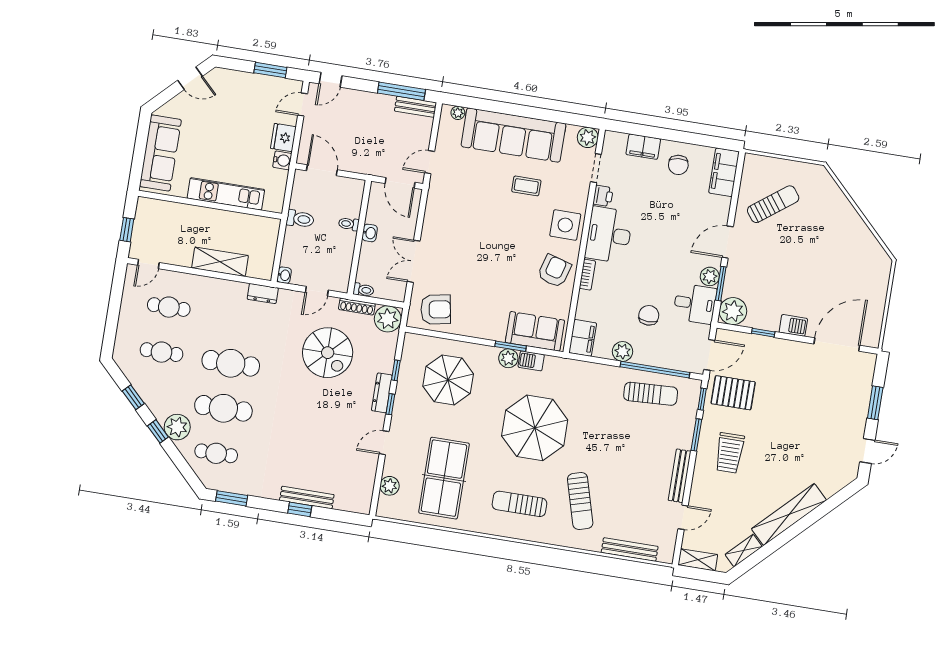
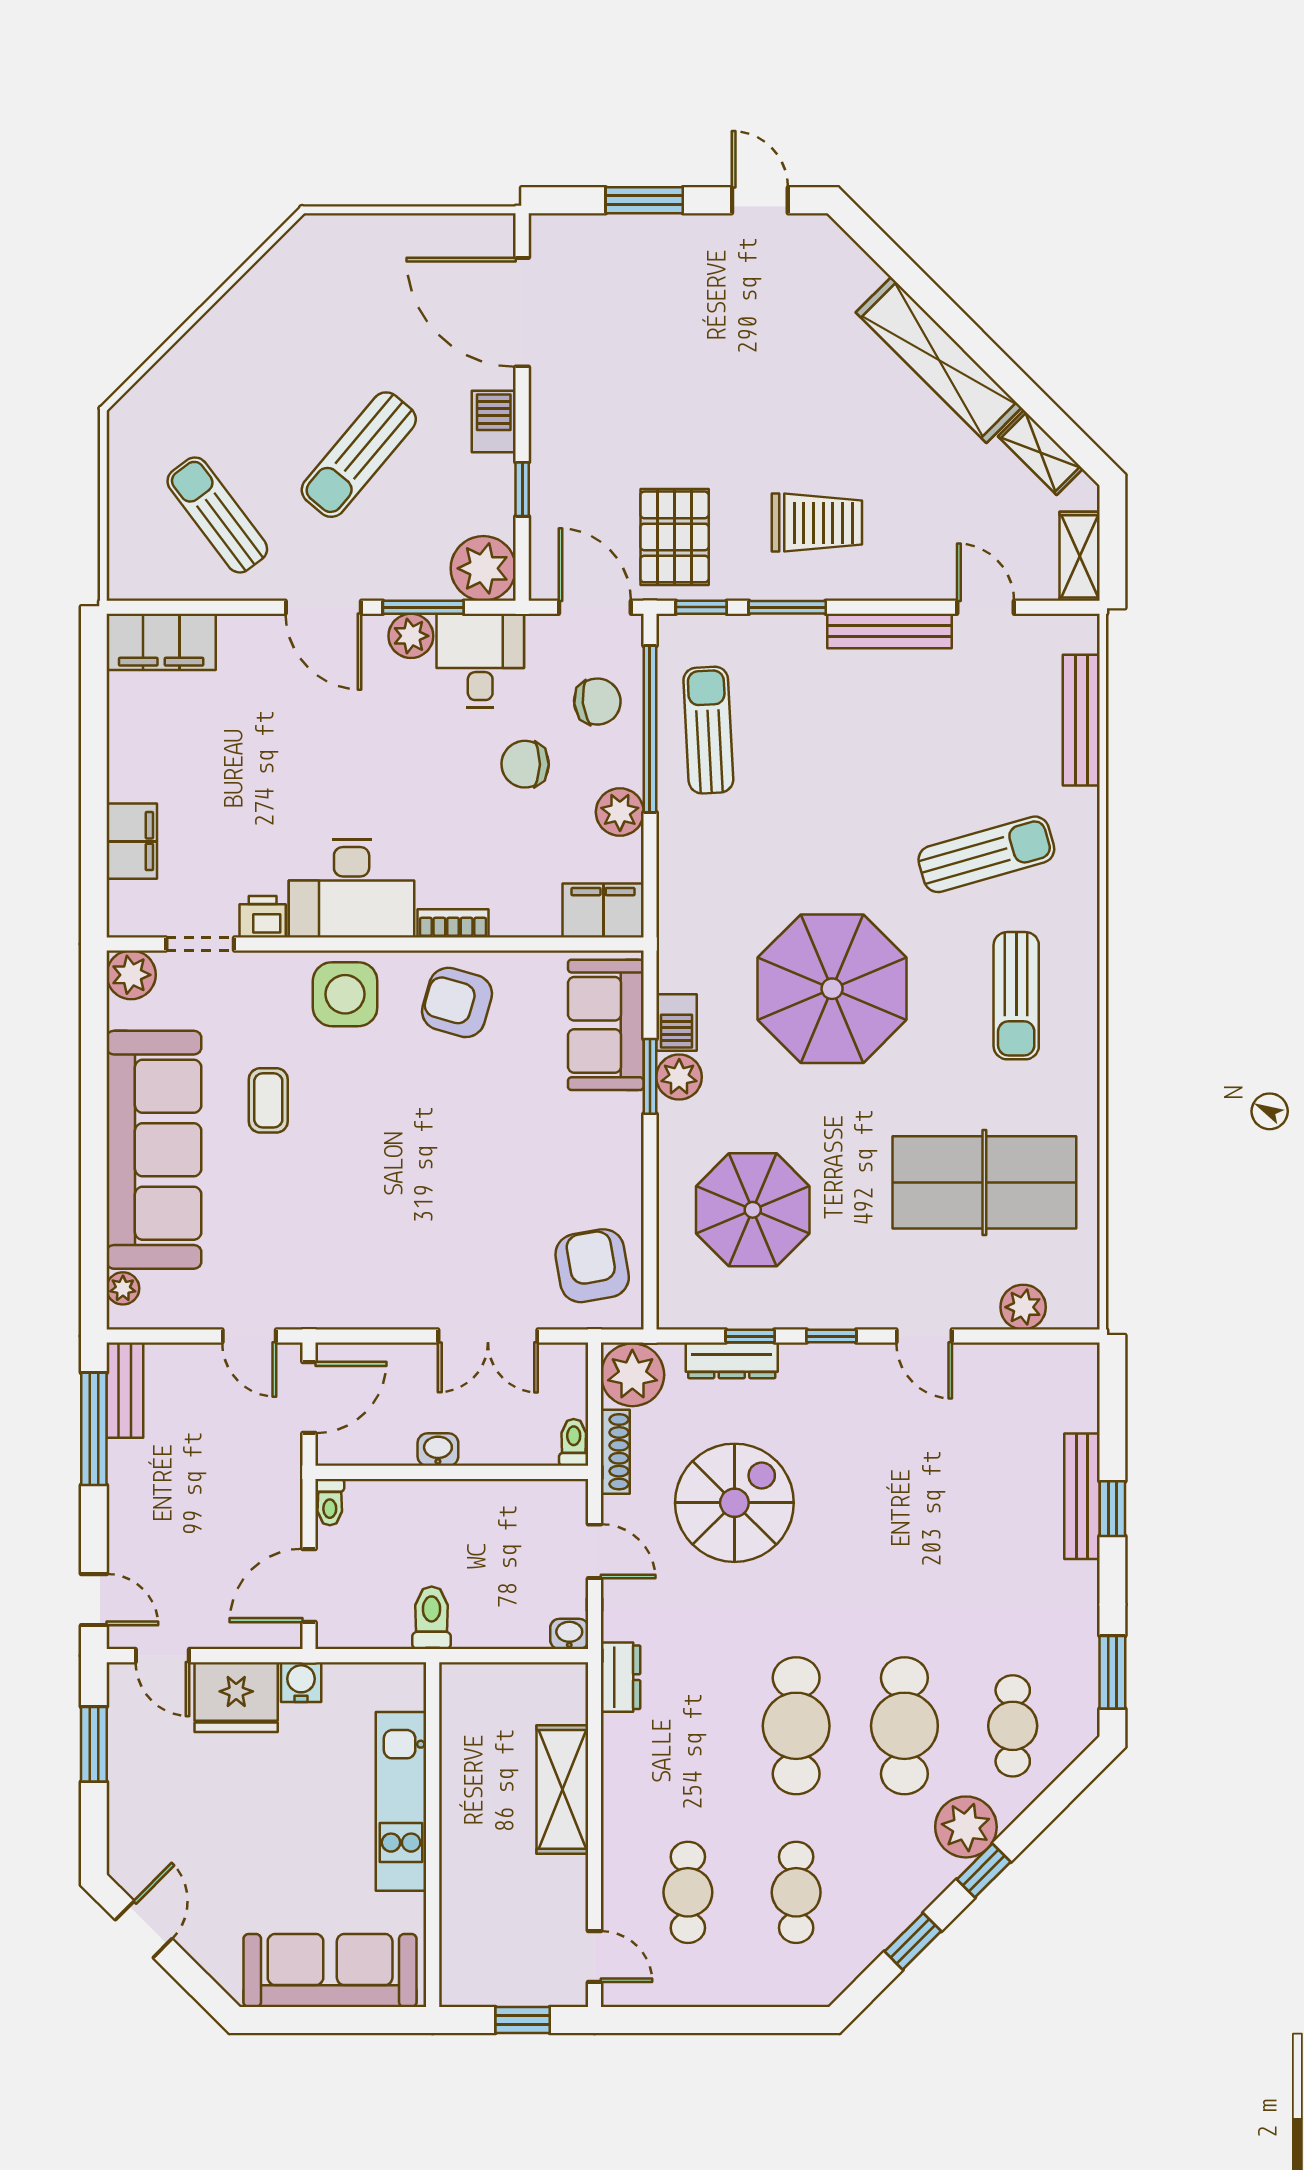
fridge: (283, 138) -> (236, 1697), width x1.36, depth x1.34
chair: (678, 165) -> (597, 702), moved
toilet: (349, 224) -> (330, 1502), moved
sun lounger: (789, 267) -> (359, 455), added
dresser: (382, 393) -> (732, 1360), moved

